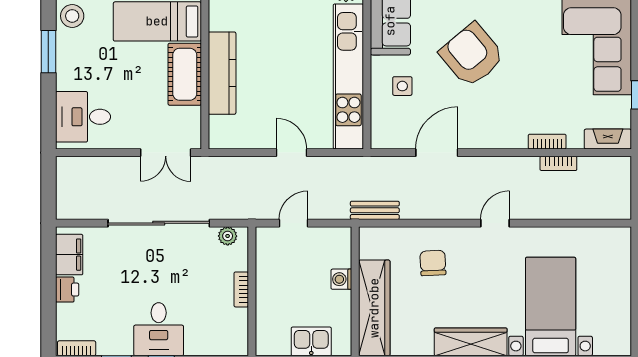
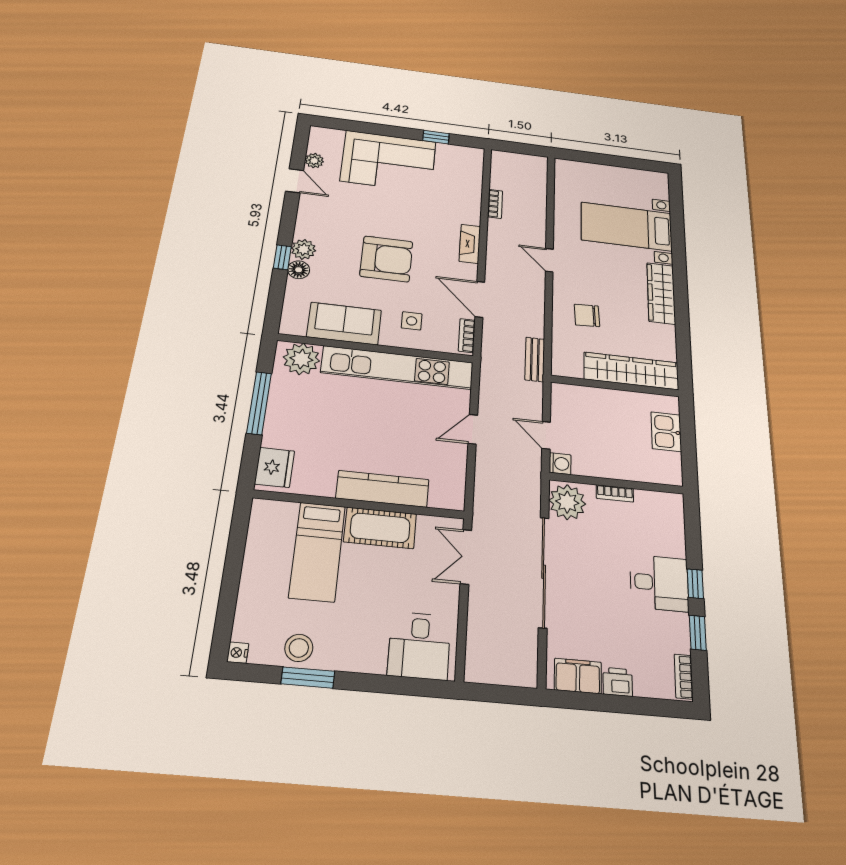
window: (48, 52) -> (308, 678), moved
armchair: (472, 55) -> (386, 259), turned -140
fireplace: (608, 139) -> (470, 244), moved
bookcase: (547, 142) -> (467, 336), moved
double door: (166, 153) -> (466, 557), swing flipped
plant: (228, 236) -> (567, 502), width x1.88, depth x1.88
washing machine: (341, 279) -> (560, 464), moved, turned -90

